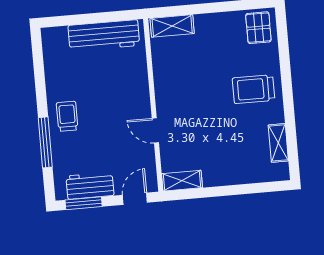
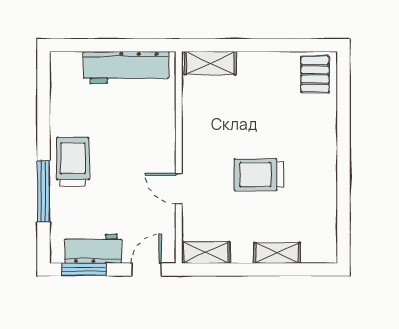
trolley: (254, 89) -> (259, 175), moved
trolley: (67, 116) -> (73, 162), width x1.36, depth x1.39
shelving: (278, 143) -> (277, 253), moved, turned 90

